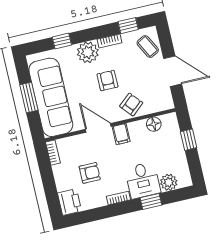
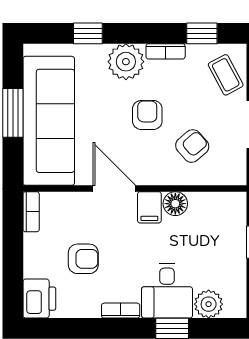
armchair: (131, 105) -> (192, 146), moved
floor lamp: (154, 124) -> (175, 204), moved

